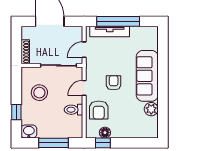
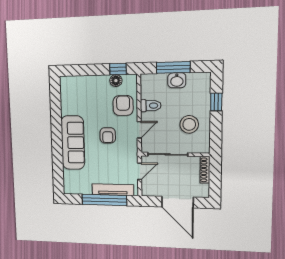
plant: (151, 109) -> (68, 107), removed
washbasin: (29, 132) -> (177, 80), moved

